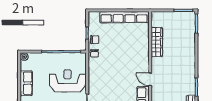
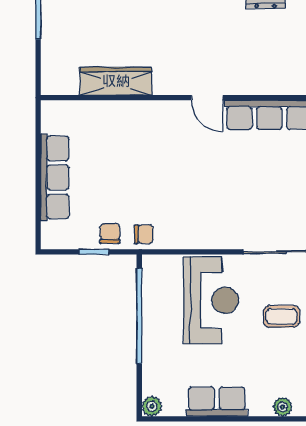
row of seats: (124, 17) -> (55, 177), width x0.73
door: (150, 79) -> (207, 98), hinge flipped
reception desk: (68, 81) -> (211, 300), turned 180

